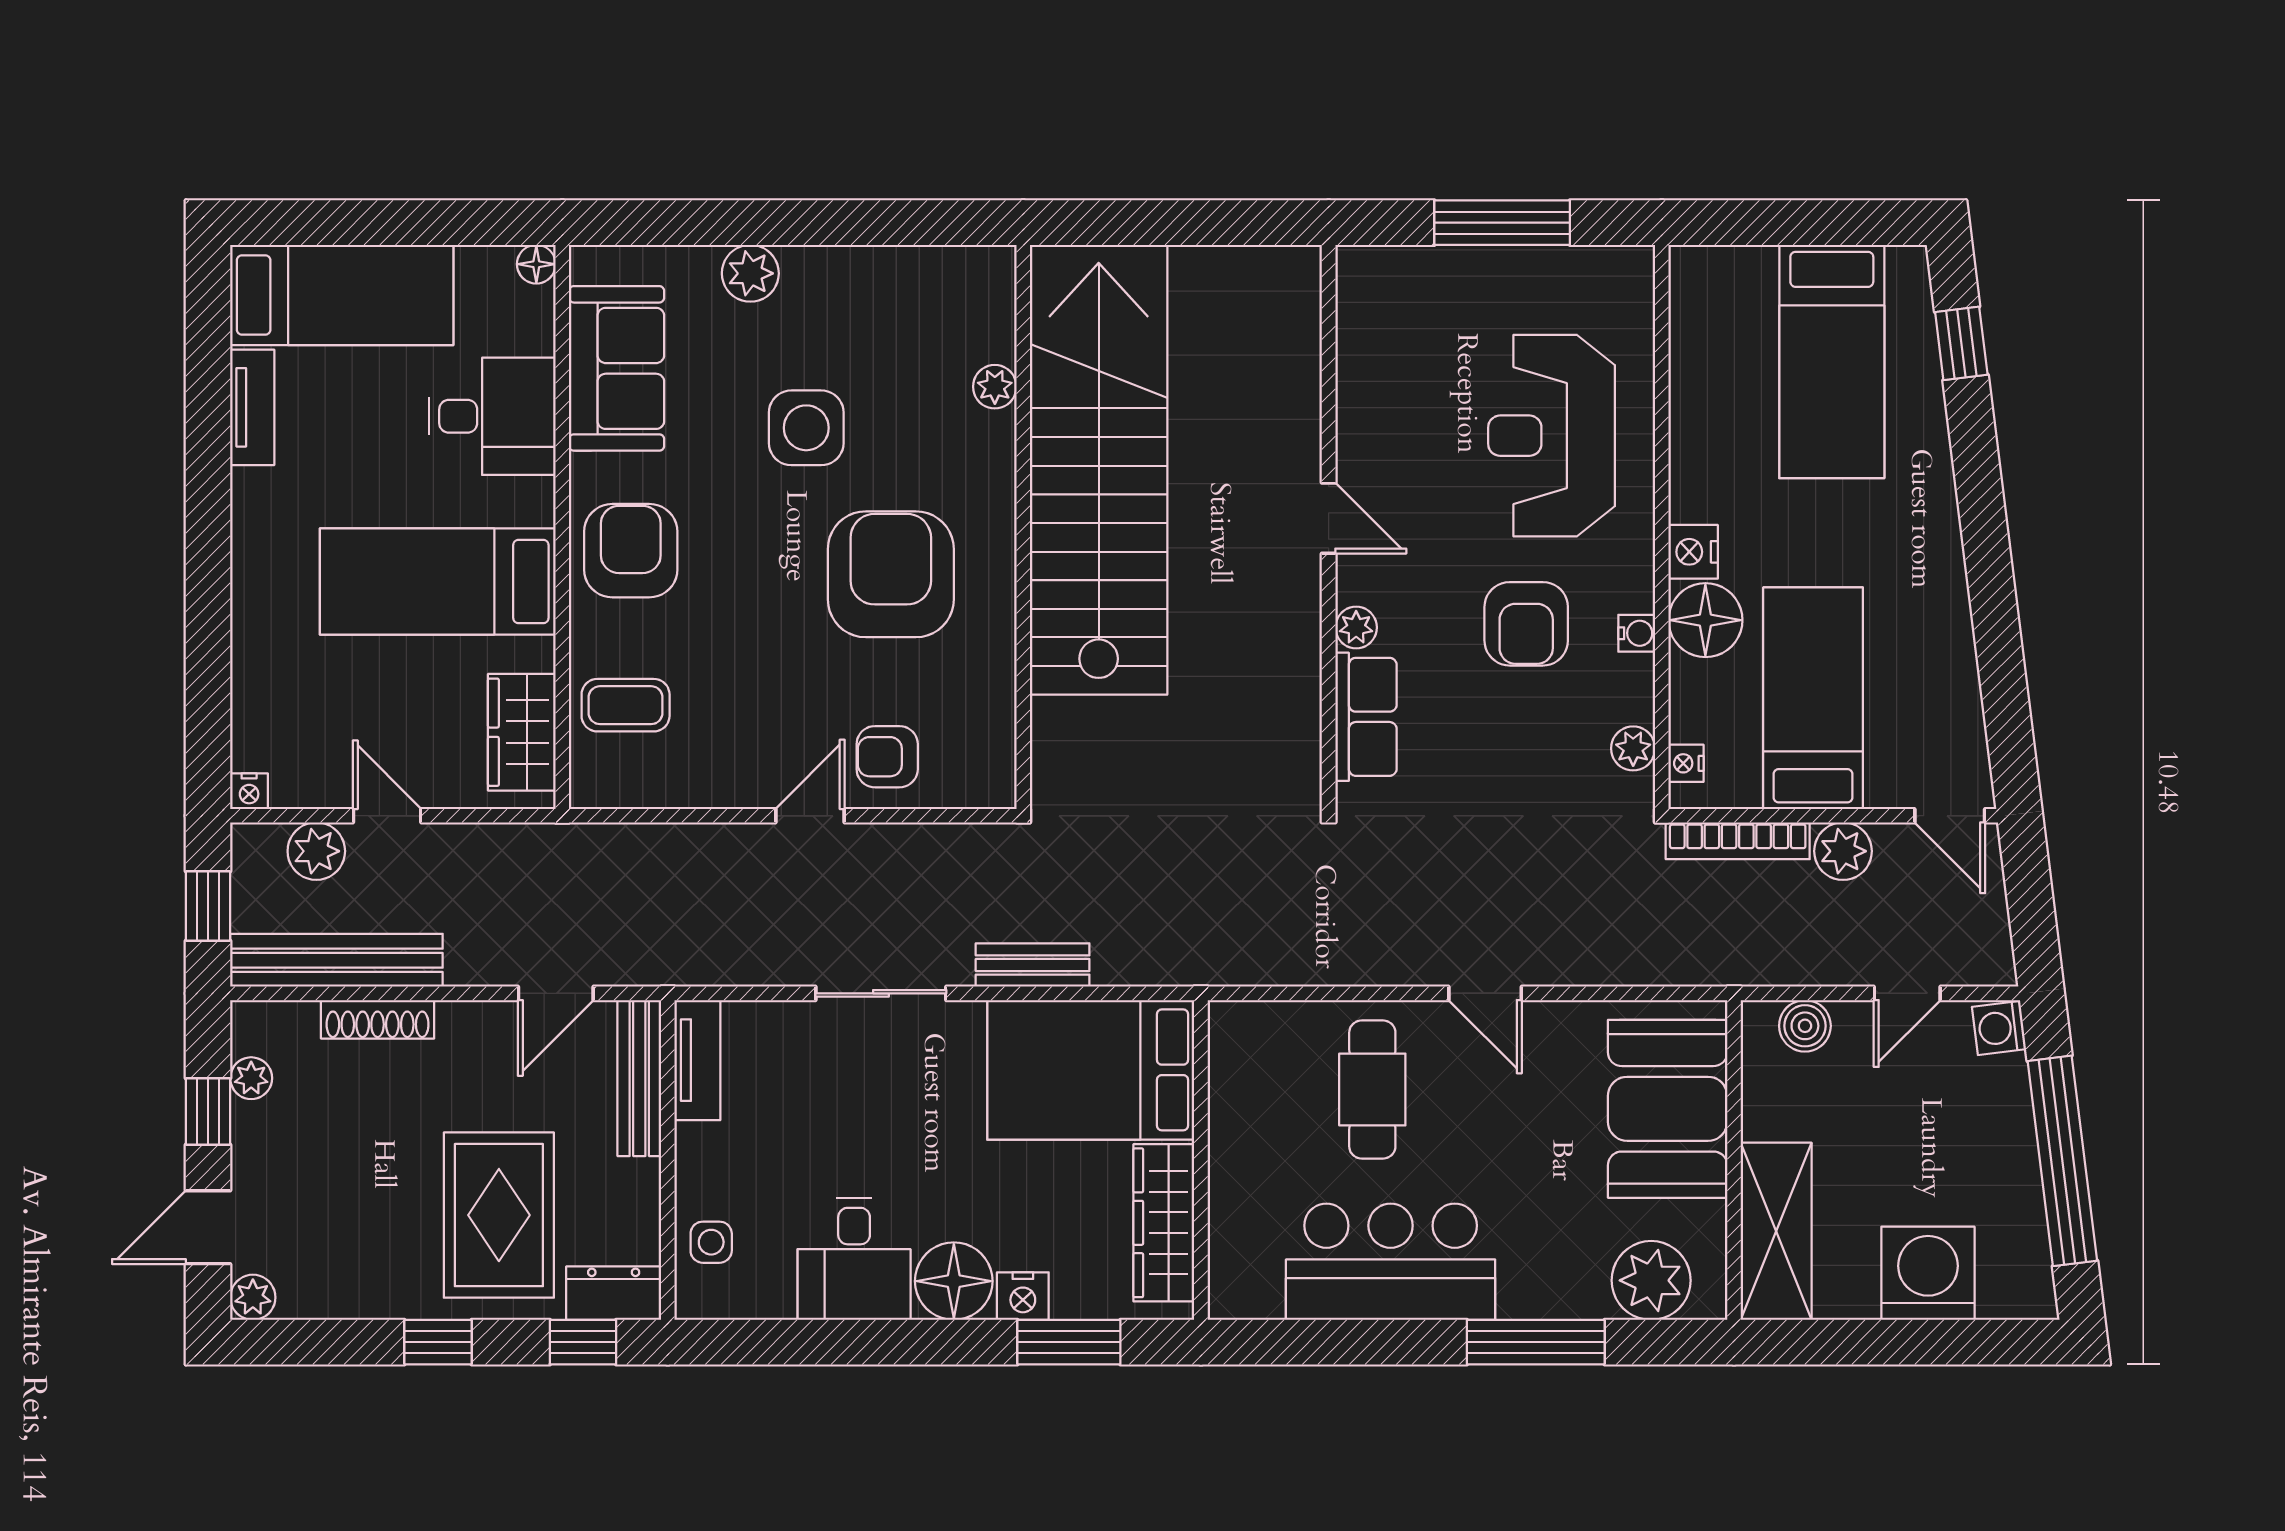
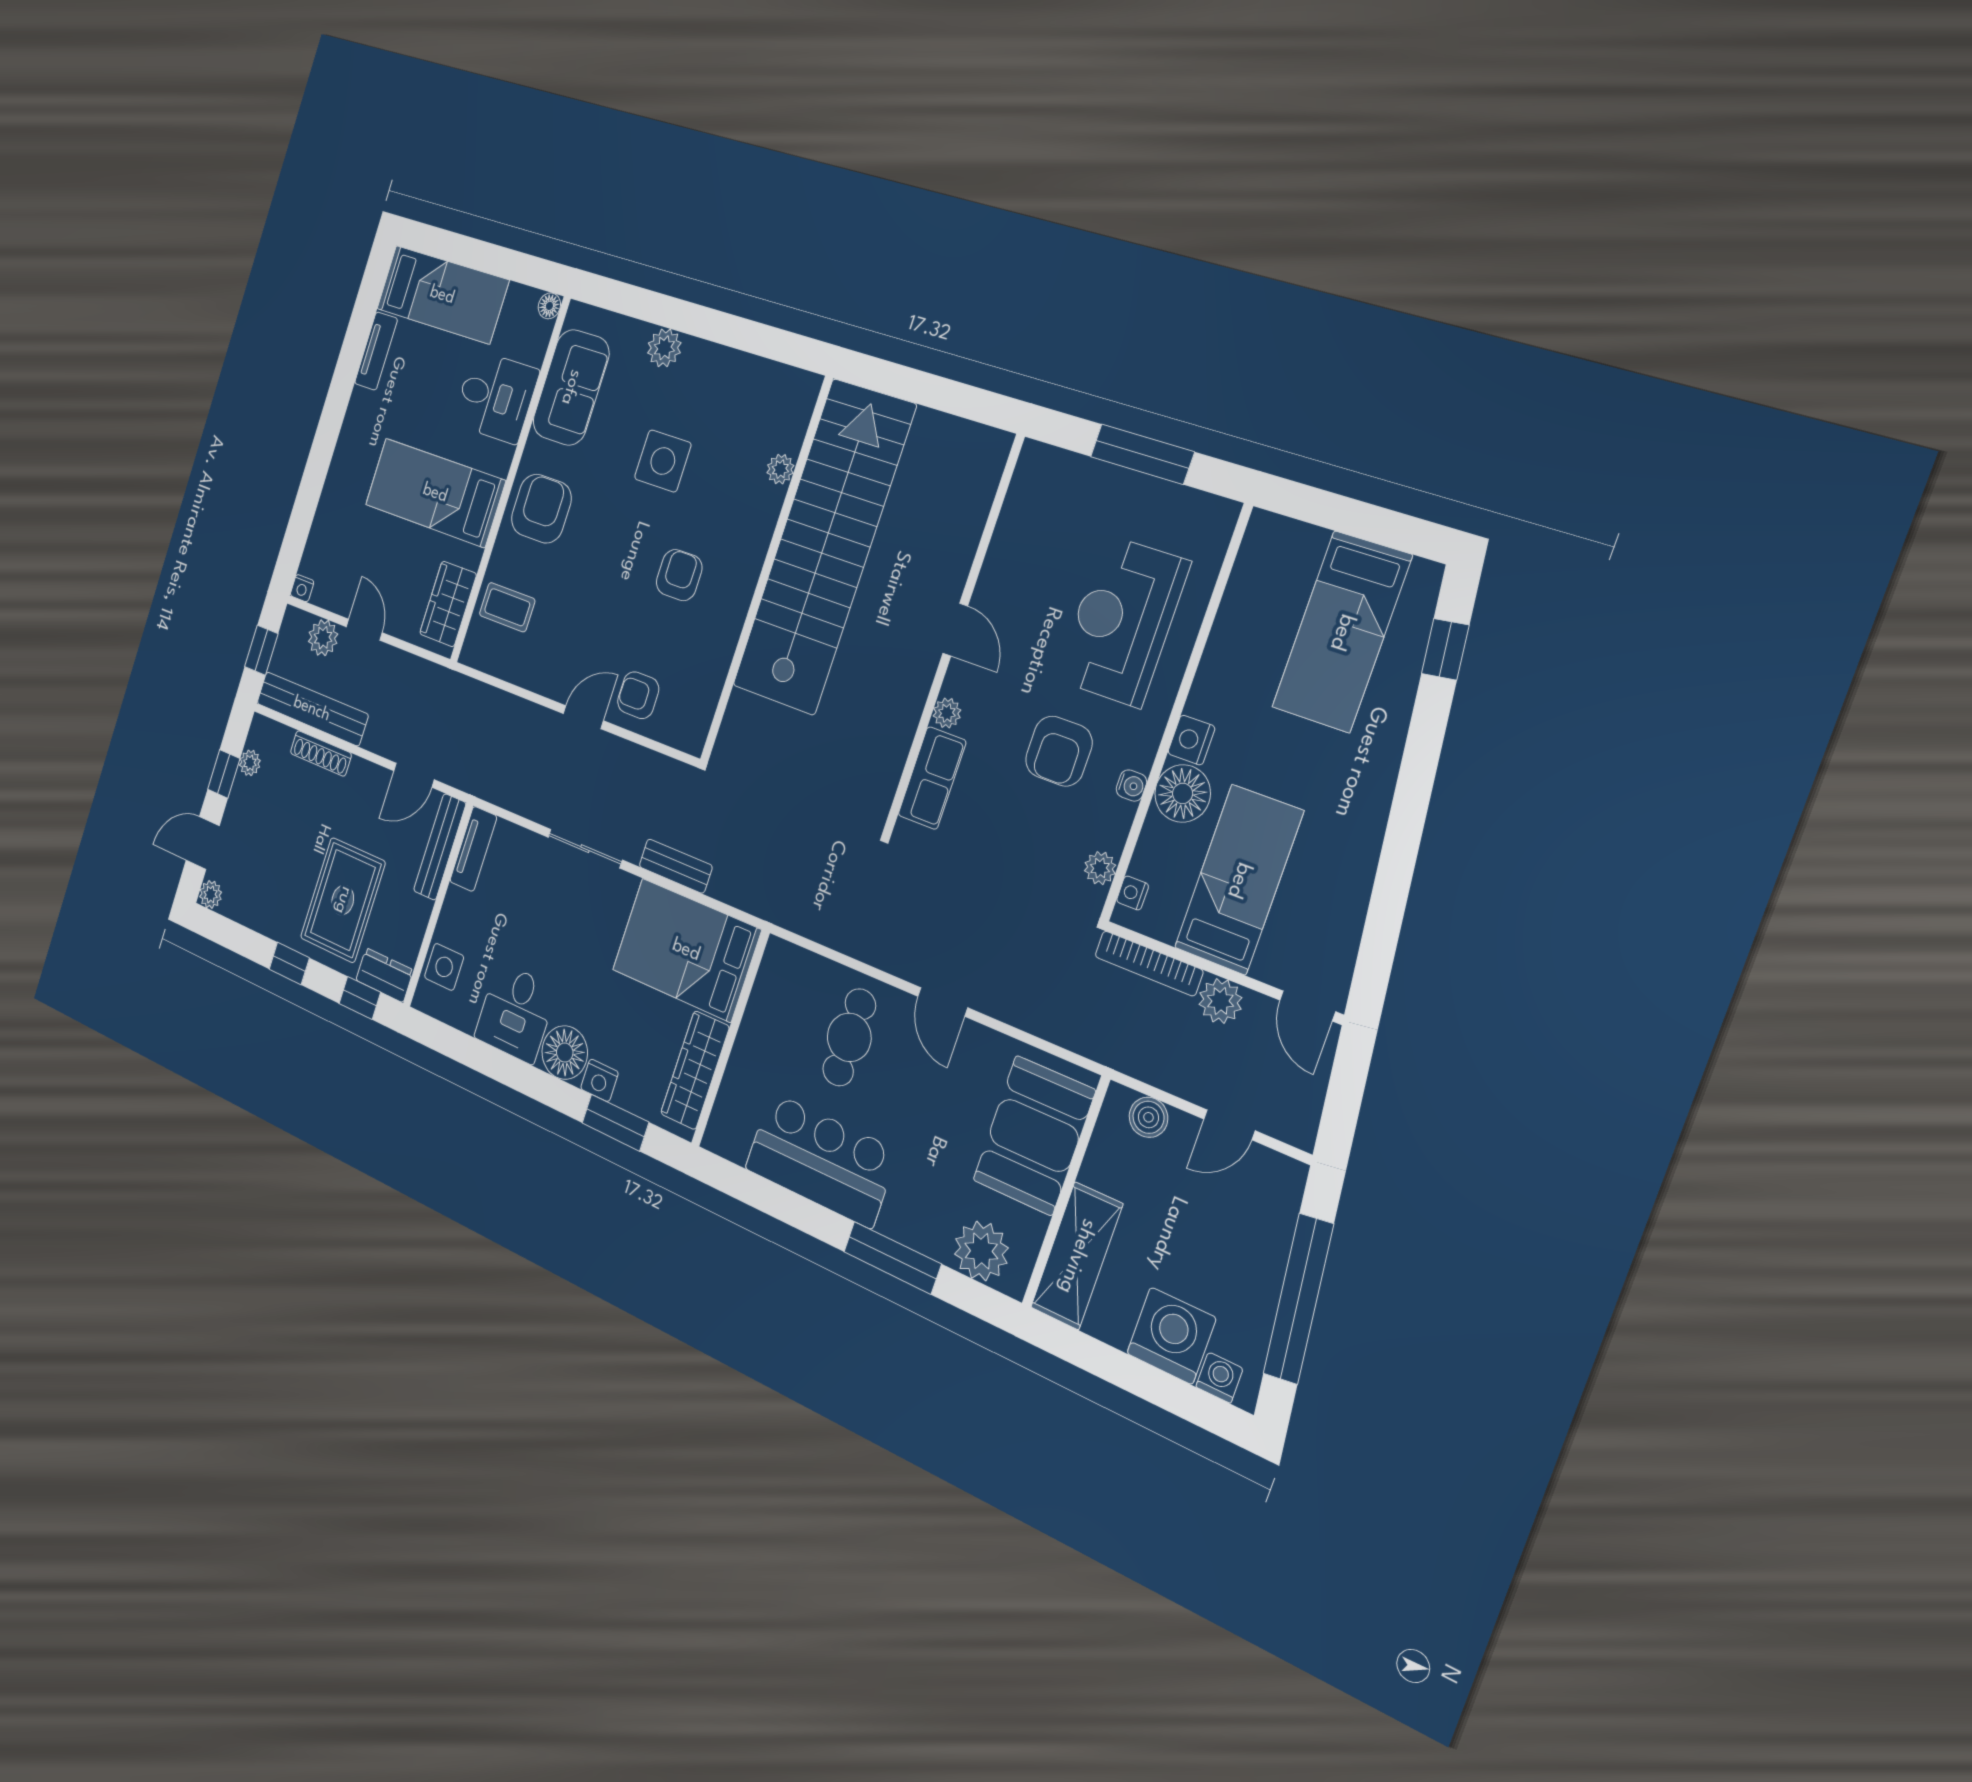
armchair: (891, 574) -> (679, 575), width x0.53, depth x0.53
washing machine: (1999, 1028) -> (1219, 1378), moved, turned 97
side table: (711, 1242) -> (444, 967), width x1.37, depth x1.37

